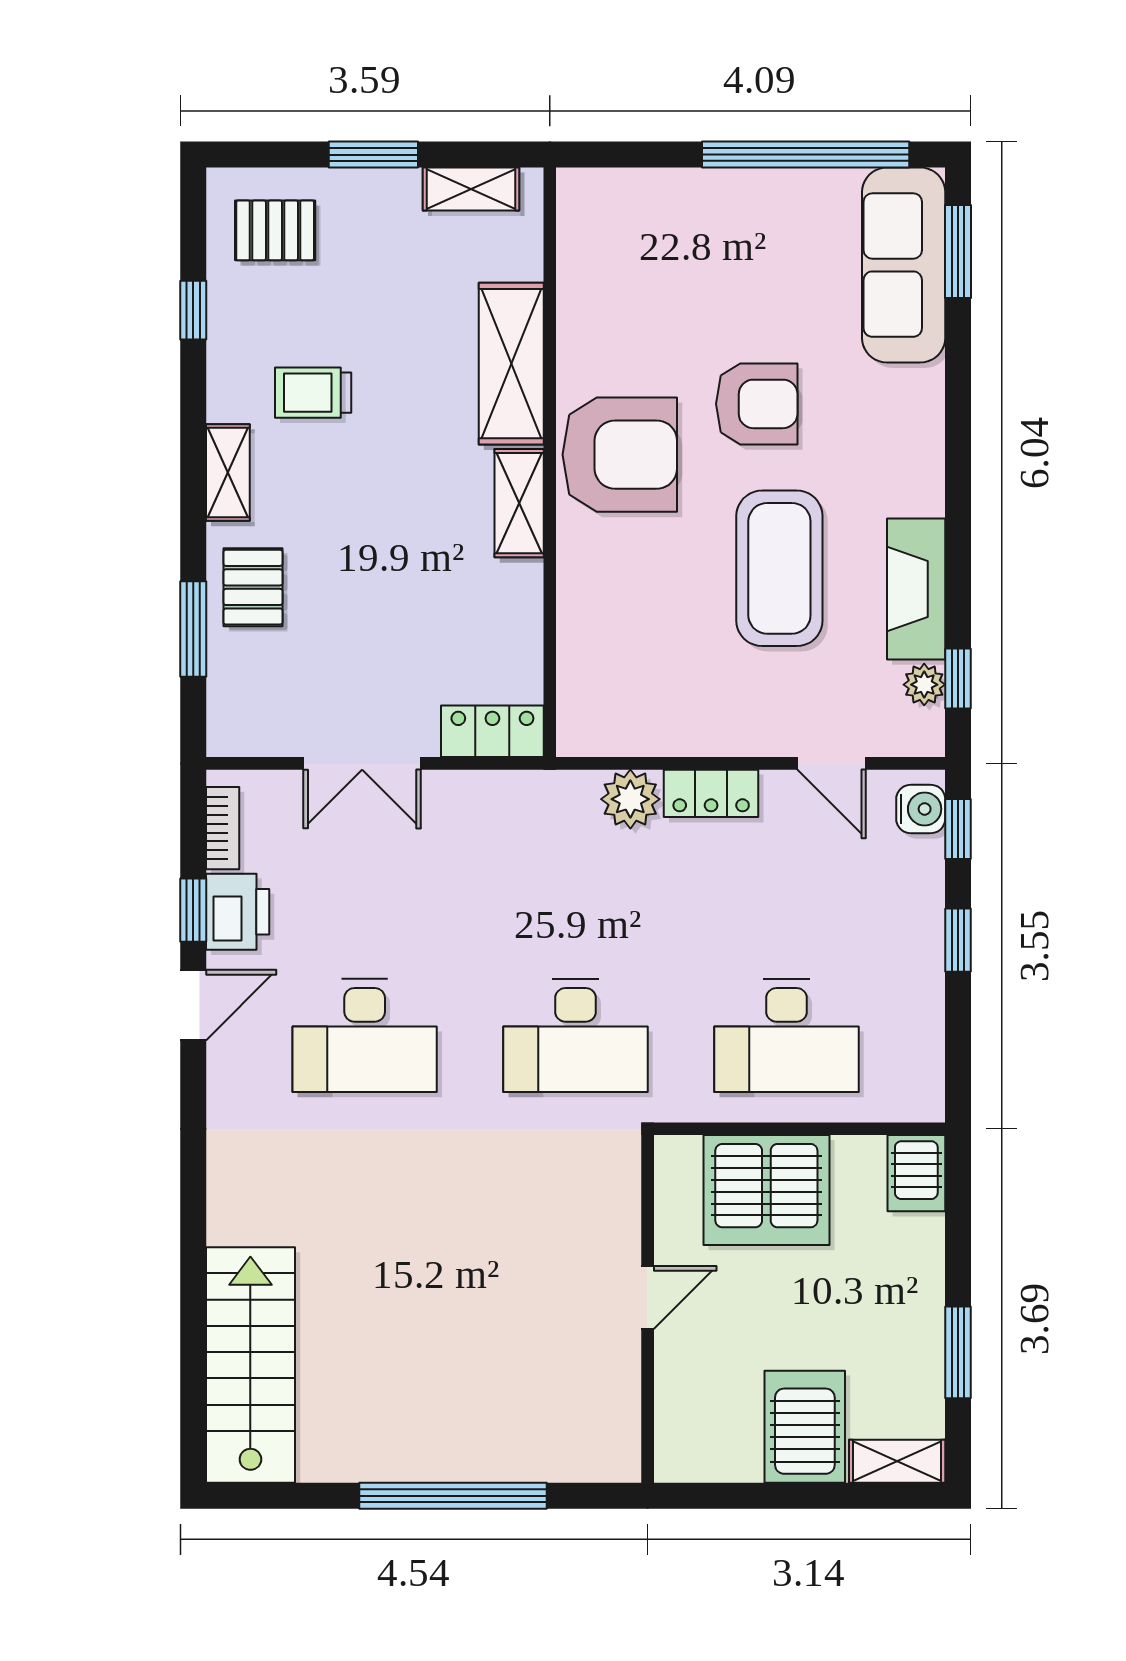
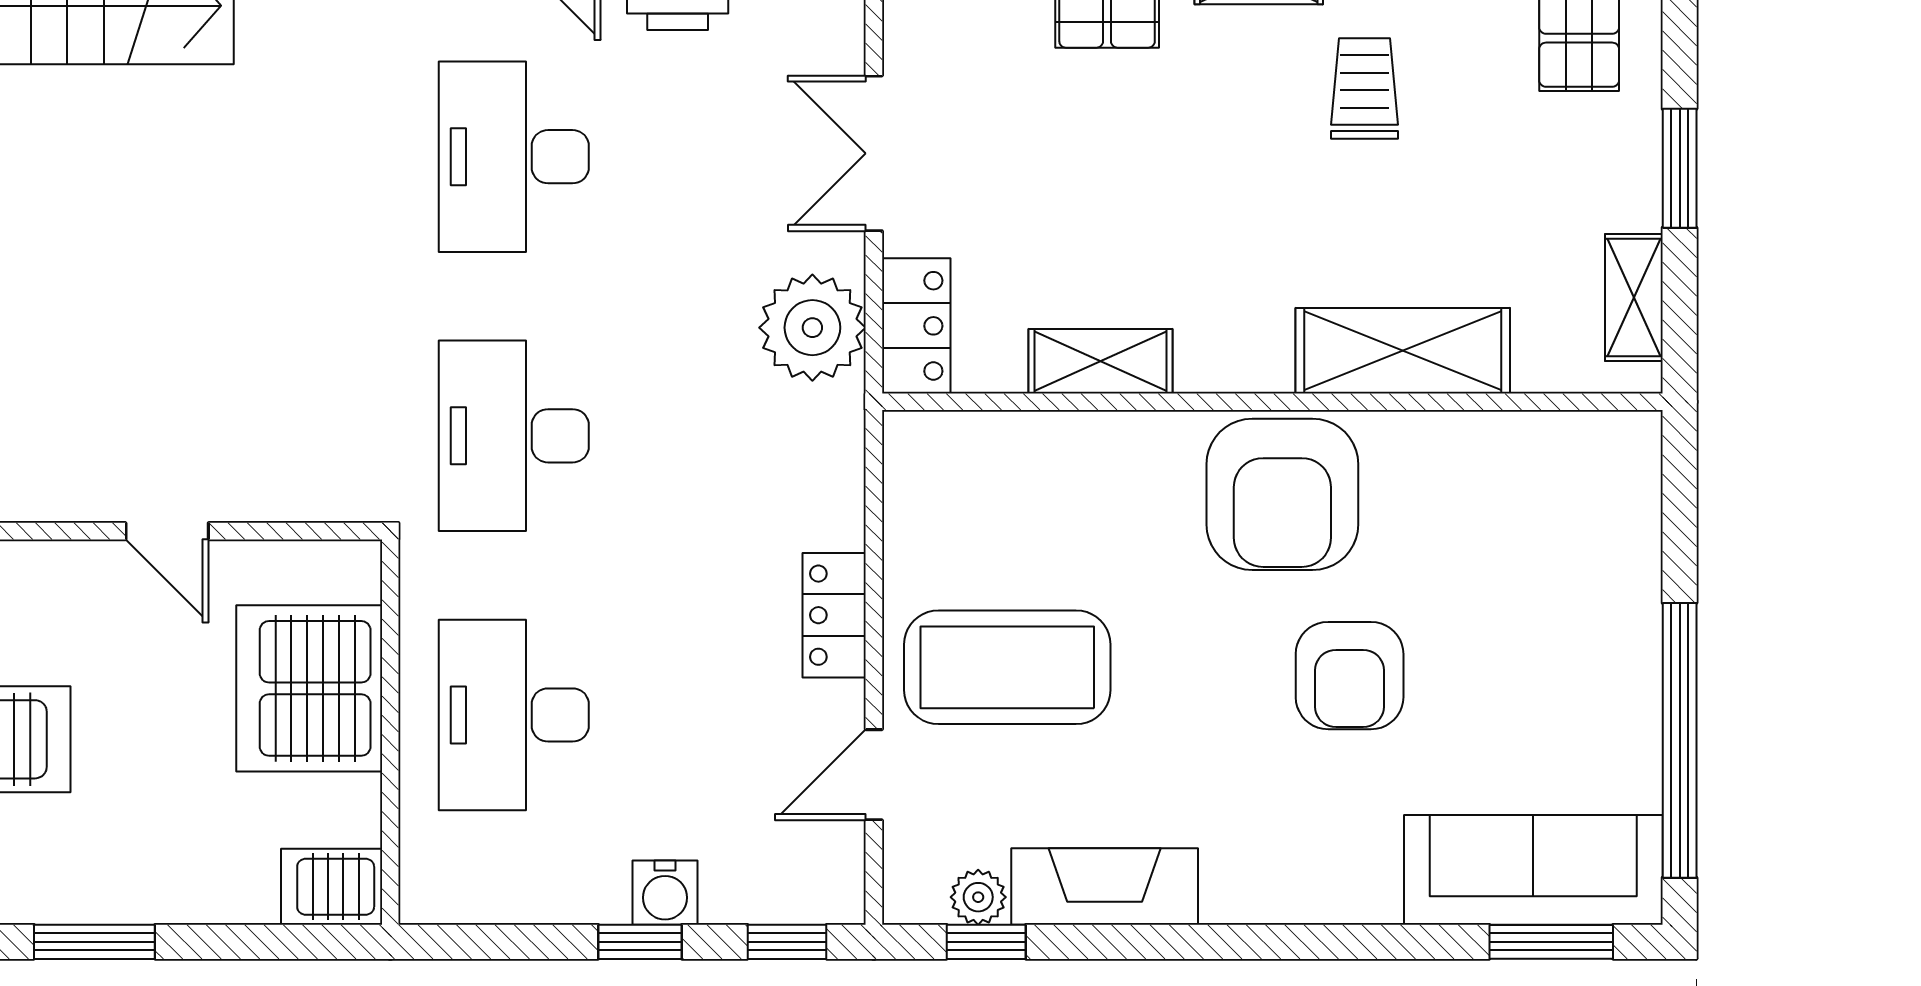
shelving: (519, 503) -> (1100, 361), moved
coffee table: (779, 568) -> (1007, 667), moved
plant: (630, 799) -> (812, 328), moved, width x1.36, depth x1.36
water cooler: (921, 809) -> (665, 893), moved

